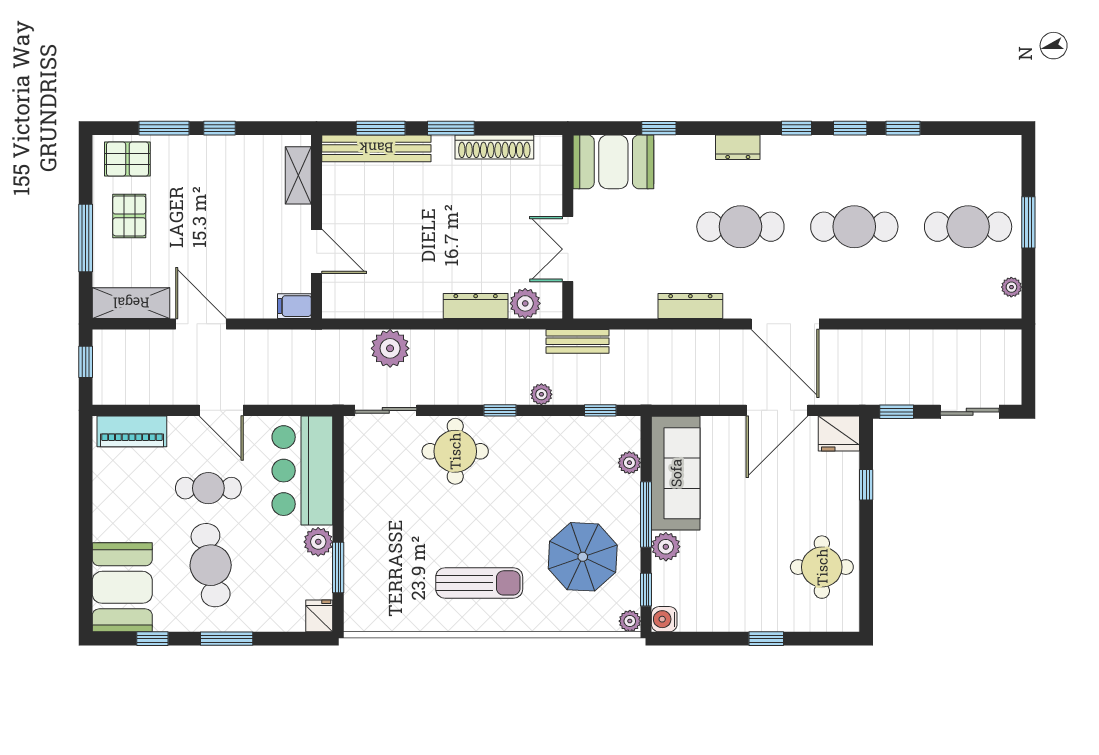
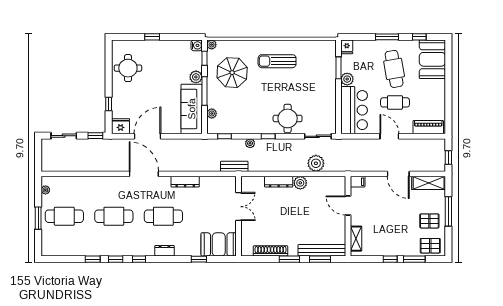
pallet: (129, 216) -> (429, 221), turned 90
plant: (525, 303) -> (300, 183), moved

